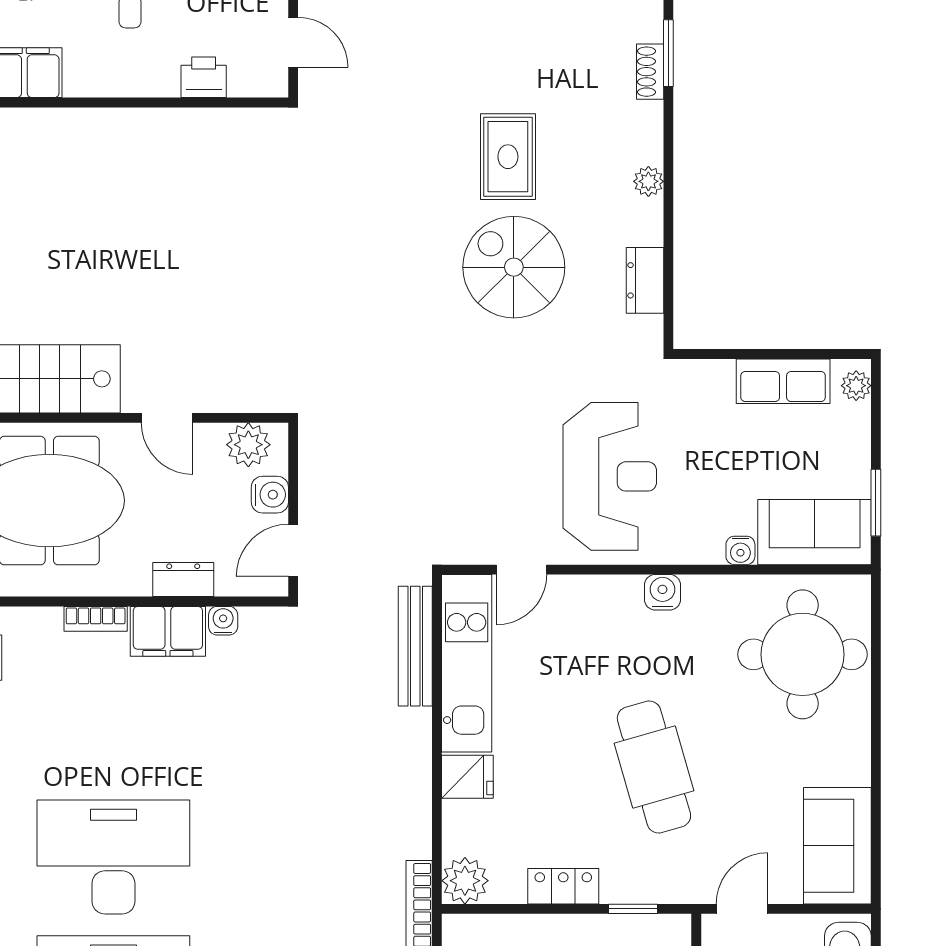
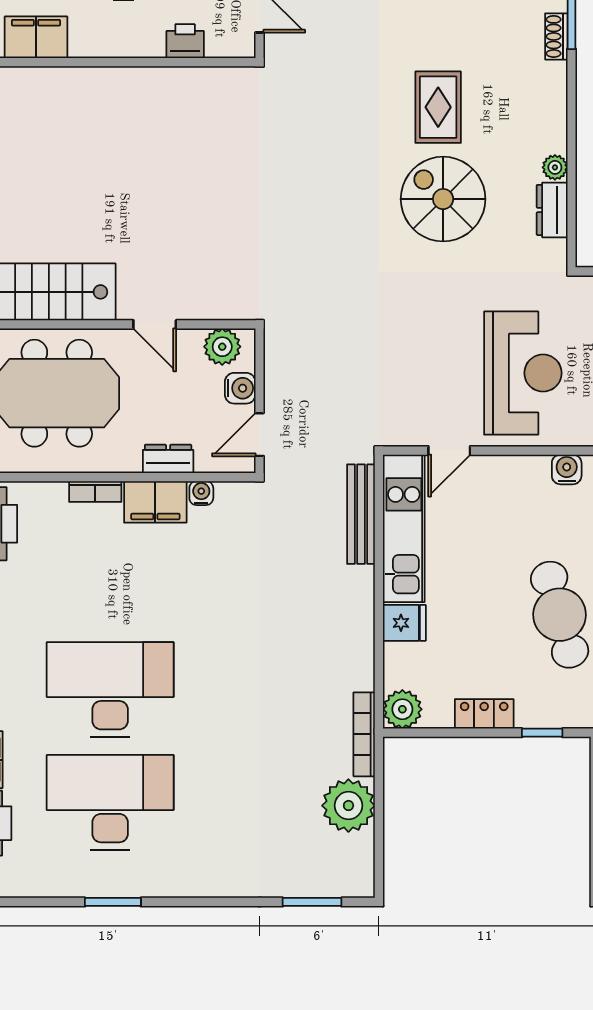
plant: (648, 181) -> (555, 167), moved

